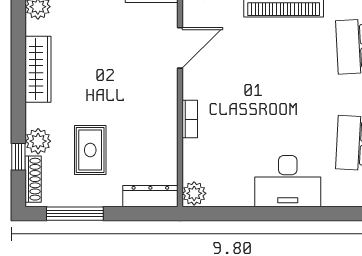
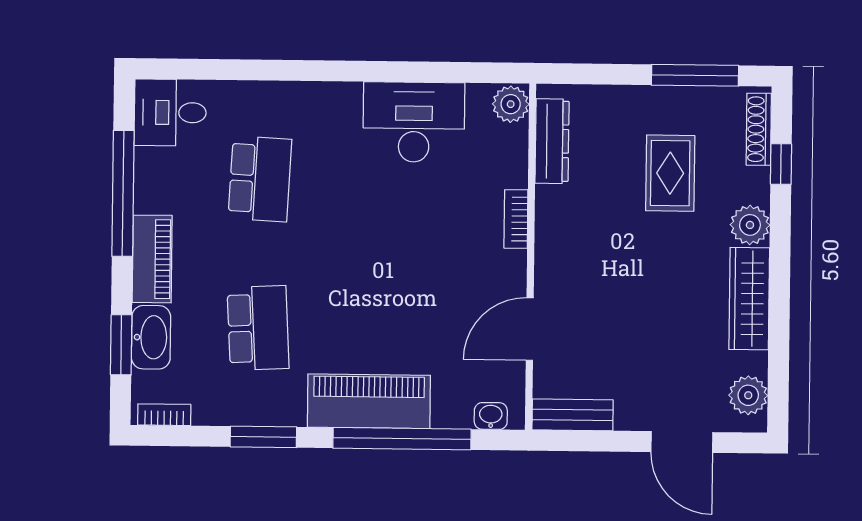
plant: (38, 141) -> (750, 225), moved
desk: (288, 181) -> (414, 122), moved
dresser: (150, 196) -> (552, 141), moved, turned -90

